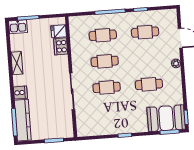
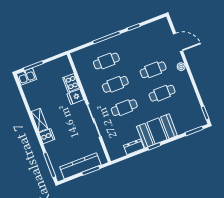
fridge: (59, 31) -> (75, 97), moved
cafe table: (145, 32) -> (153, 70), moved
shelving: (17, 63) -> (39, 120), moved
booth: (166, 118) -> (157, 131), moved
kitchen counter: (23, 120) -> (80, 166), moved, turned -90
dresser: (104, 130) -> (134, 147), added

